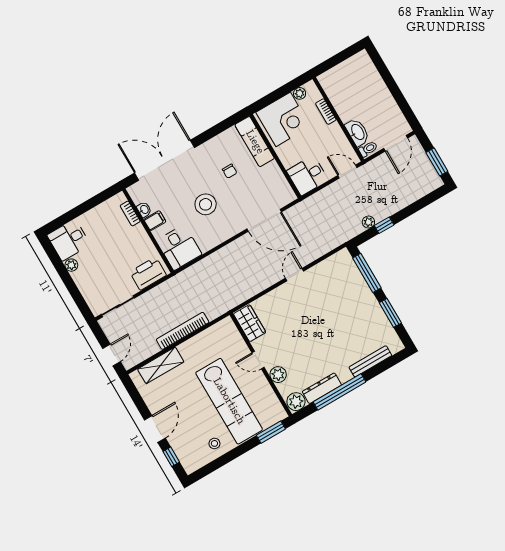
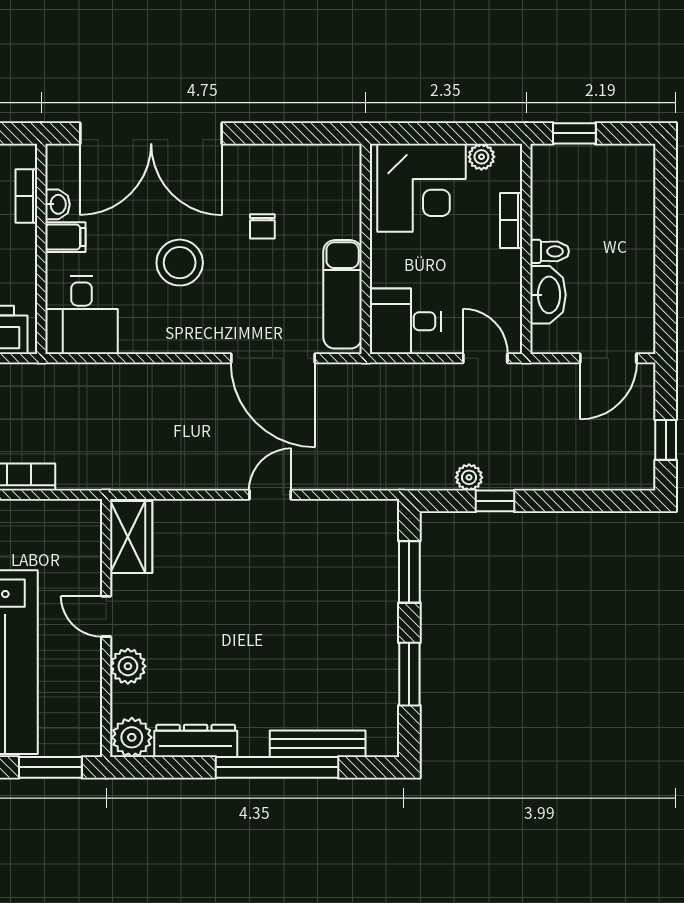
window: (331, 63) -> (574, 133), added
exam couch: (255, 142) -> (343, 294), moved
toilet: (368, 149) -> (550, 251), moved
double door: (165, 160) -> (151, 133), swing flipped
window: (437, 162) -> (666, 440), width x0.67
window: (367, 273) -> (409, 572), width x0.69
window: (339, 392) -> (277, 767), moved

